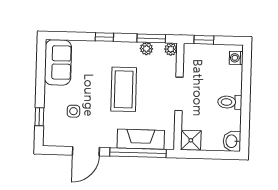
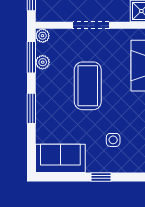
window: (104, 37) -> (31, 108), width x1.50
coffee table: (124, 89) -> (88, 86), turned 90
window: (39, 117) -> (101, 177), moved

